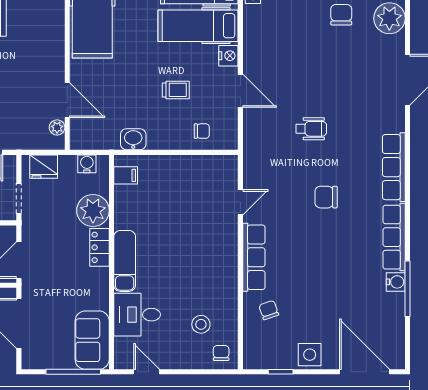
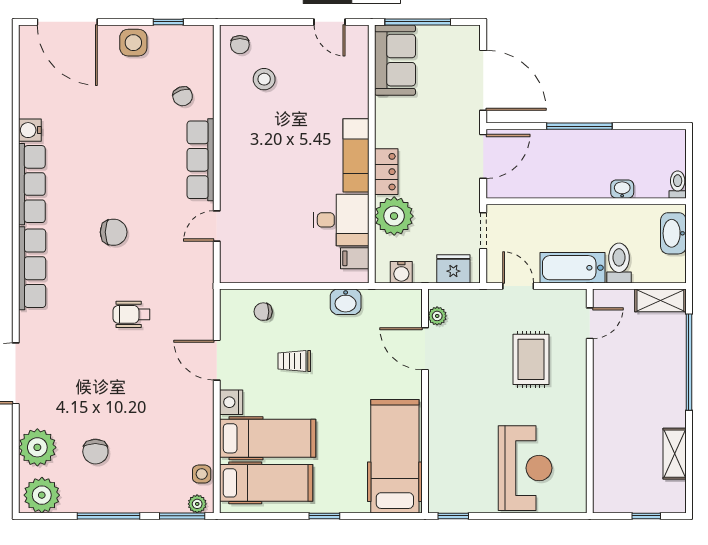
window: (407, 289) -> (16, 122), removed
desk: (137, 315) -> (341, 220), moved

